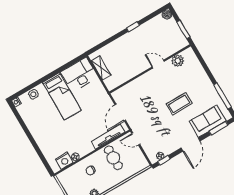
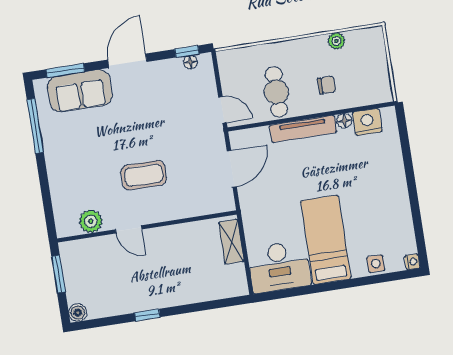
shelving: (101, 68) -> (231, 242), moved
coffee table: (179, 104) -> (144, 175), moved
tv unit: (108, 137) -> (303, 129), moved

